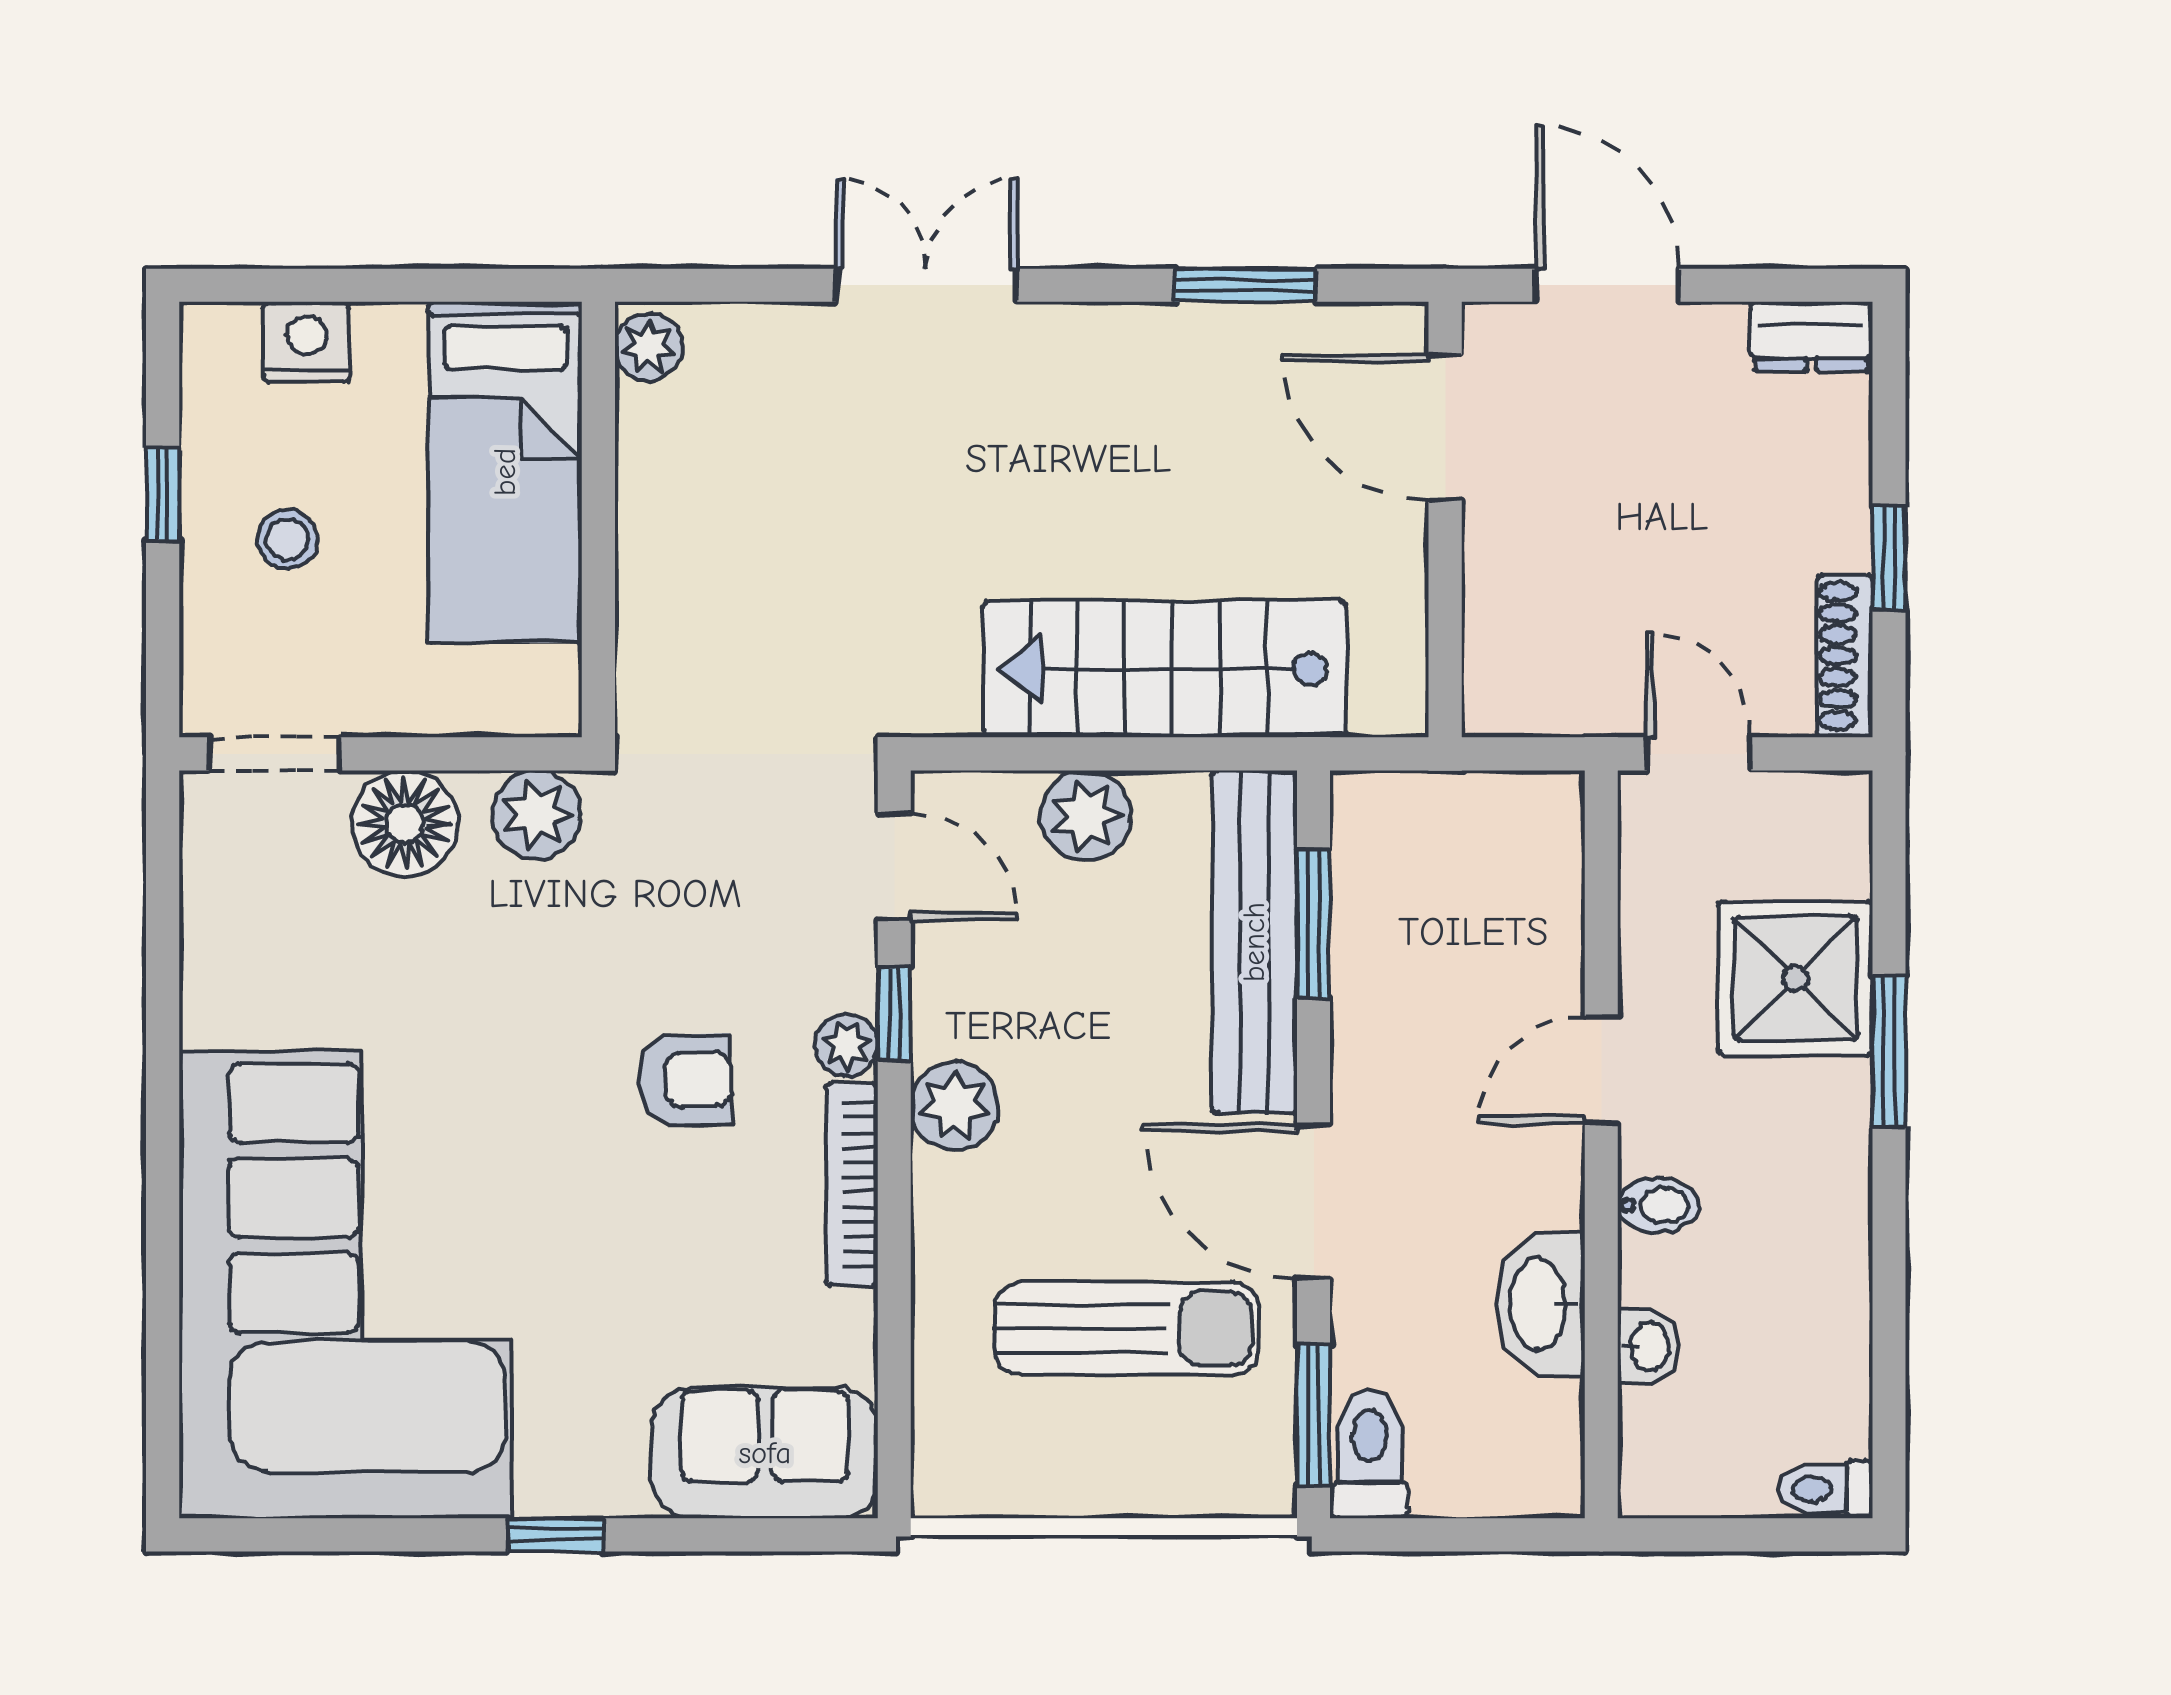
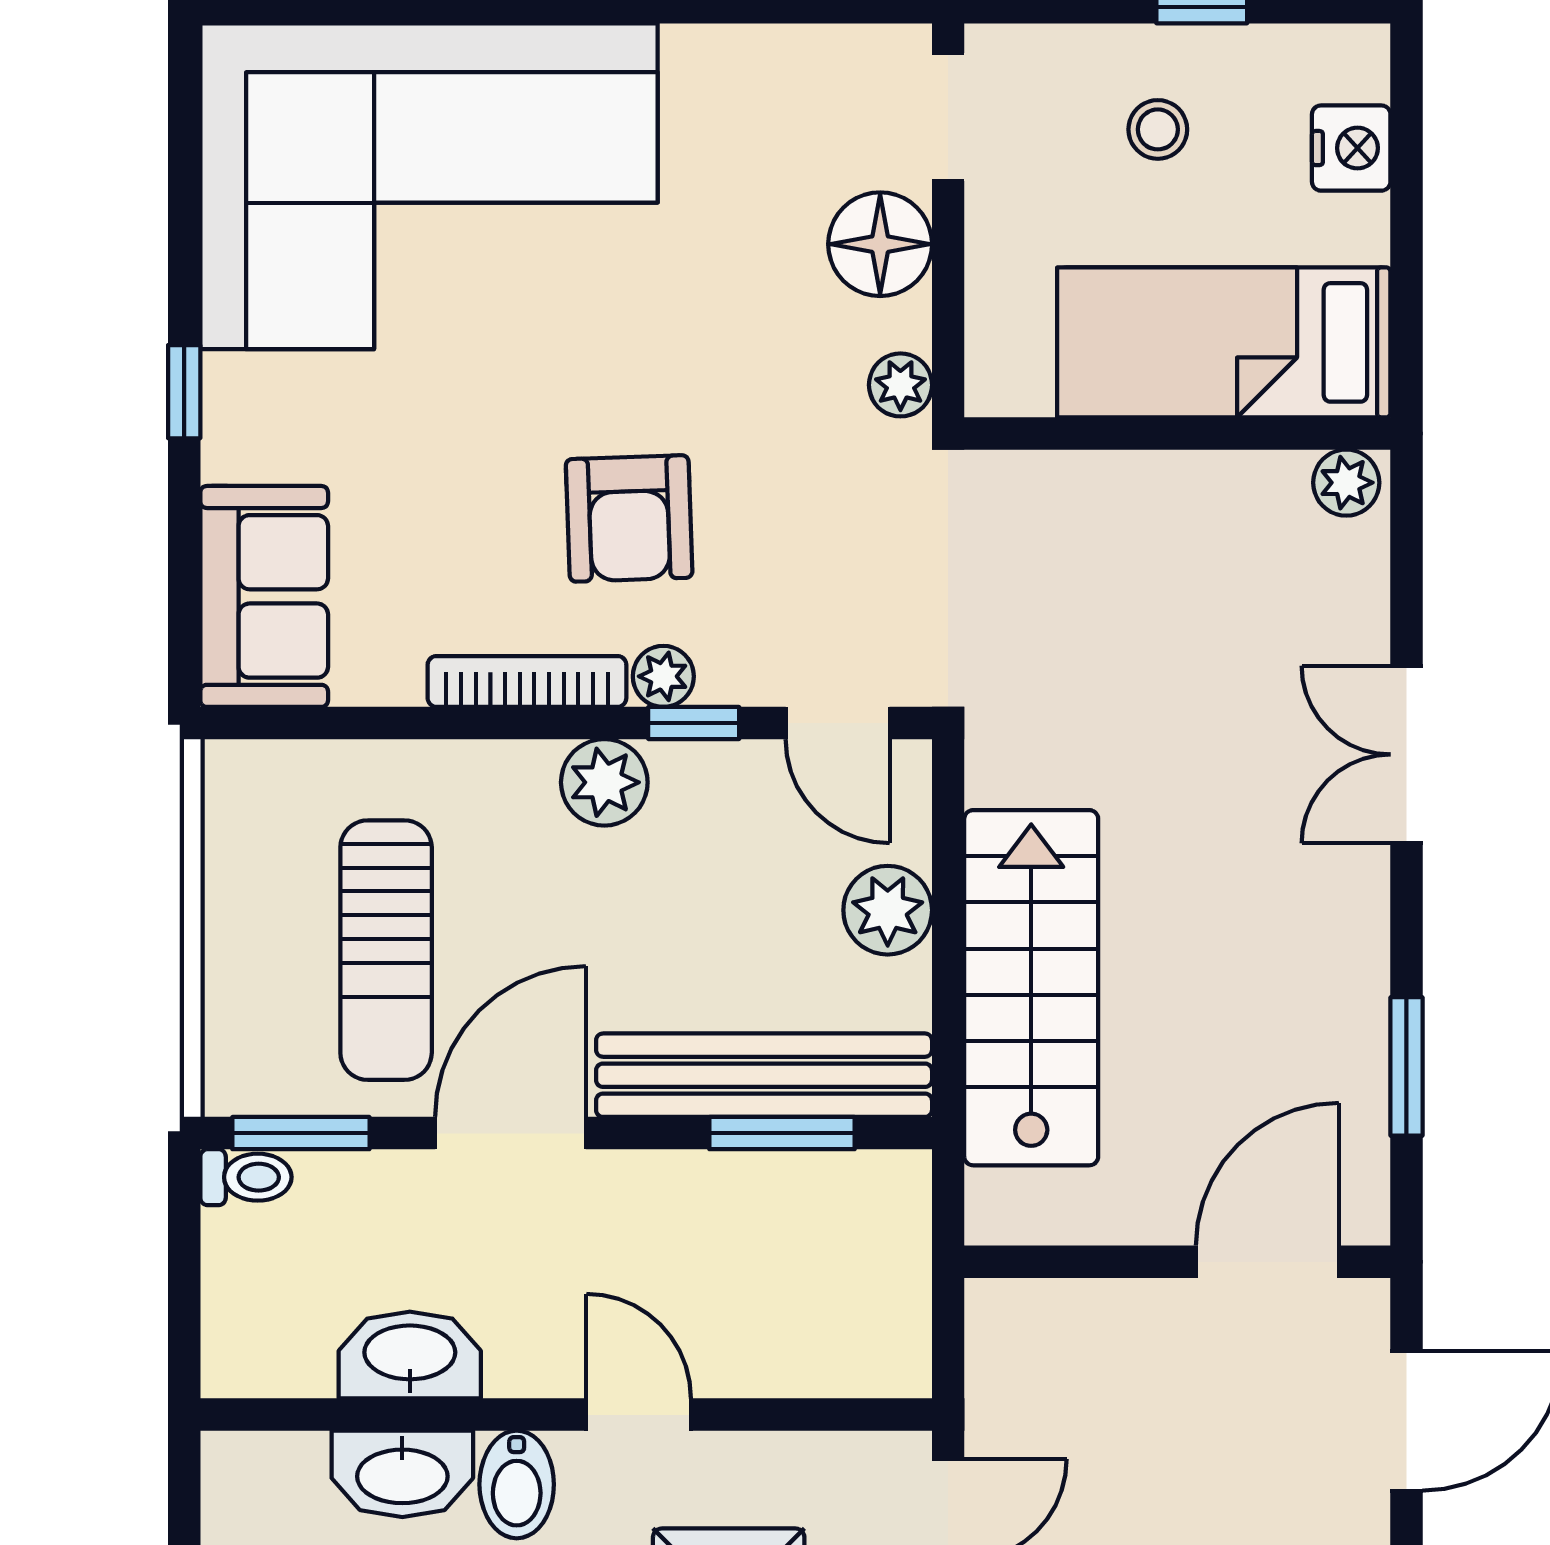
double door: (926, 285) -> (1406, 754), swing flipped
plant: (537, 815) -> (900, 385), width x0.73, depth x0.73
door: (894, 867) -> (838, 723), hinge flipped
armchair: (685, 1080) -> (629, 518), width x1.38, depth x1.38
bidet: (1658, 1205) -> (517, 1484), width x1.38, depth x1.36
washbasin: (1648, 1346) -> (402, 1474), width x1.91, depth x1.45
toilet: (1369, 1454) -> (246, 1177), width x0.73, depth x0.72

